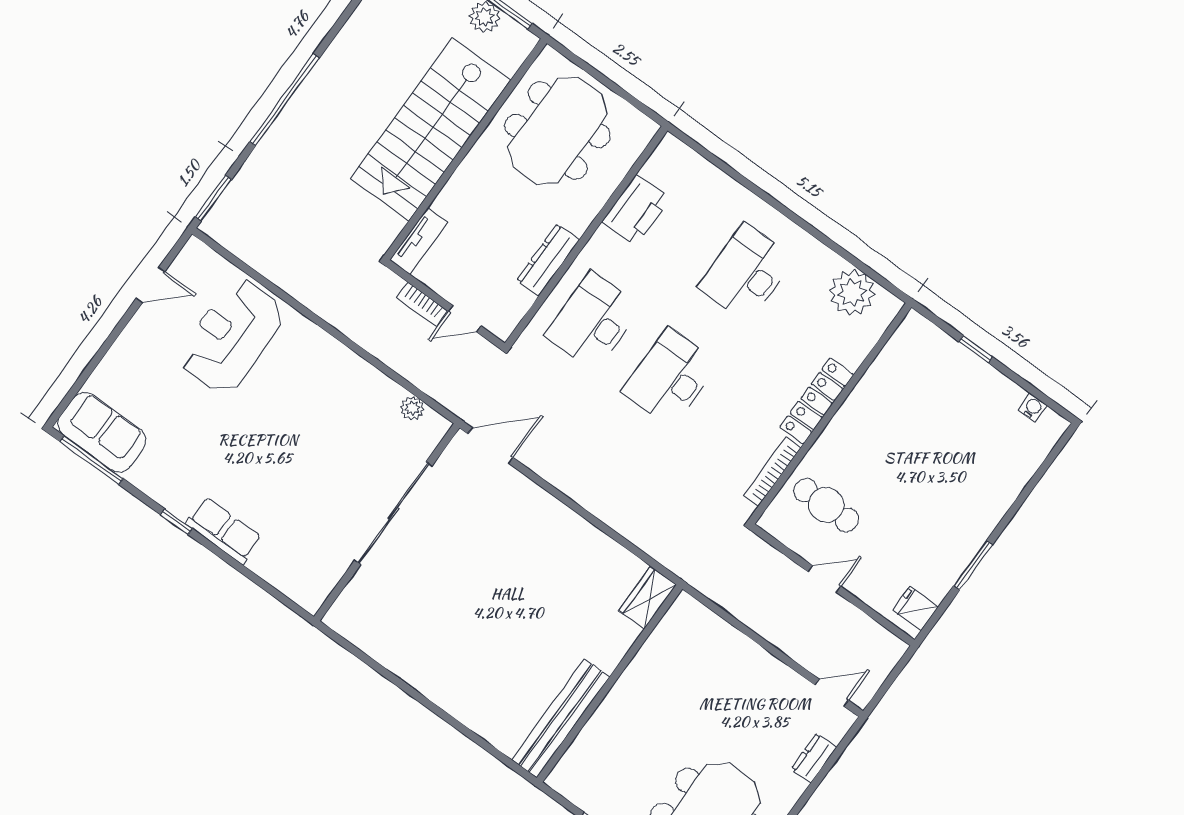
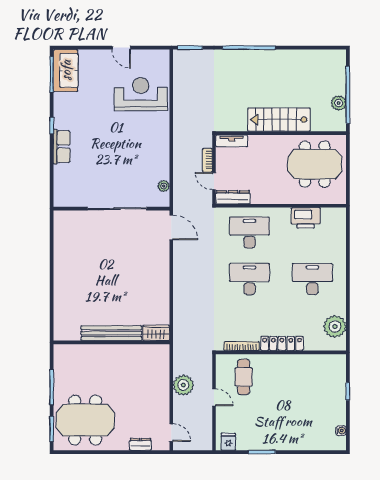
stairs: (431, 129) -> (279, 120), width x0.73, depth x0.66
dresser: (548, 260) -> (233, 197), moved
door: (151, 285) -> (121, 48), moved
plant: (767, 615) -> (183, 385), added
bench: (561, 718) -> (111, 333), moved

